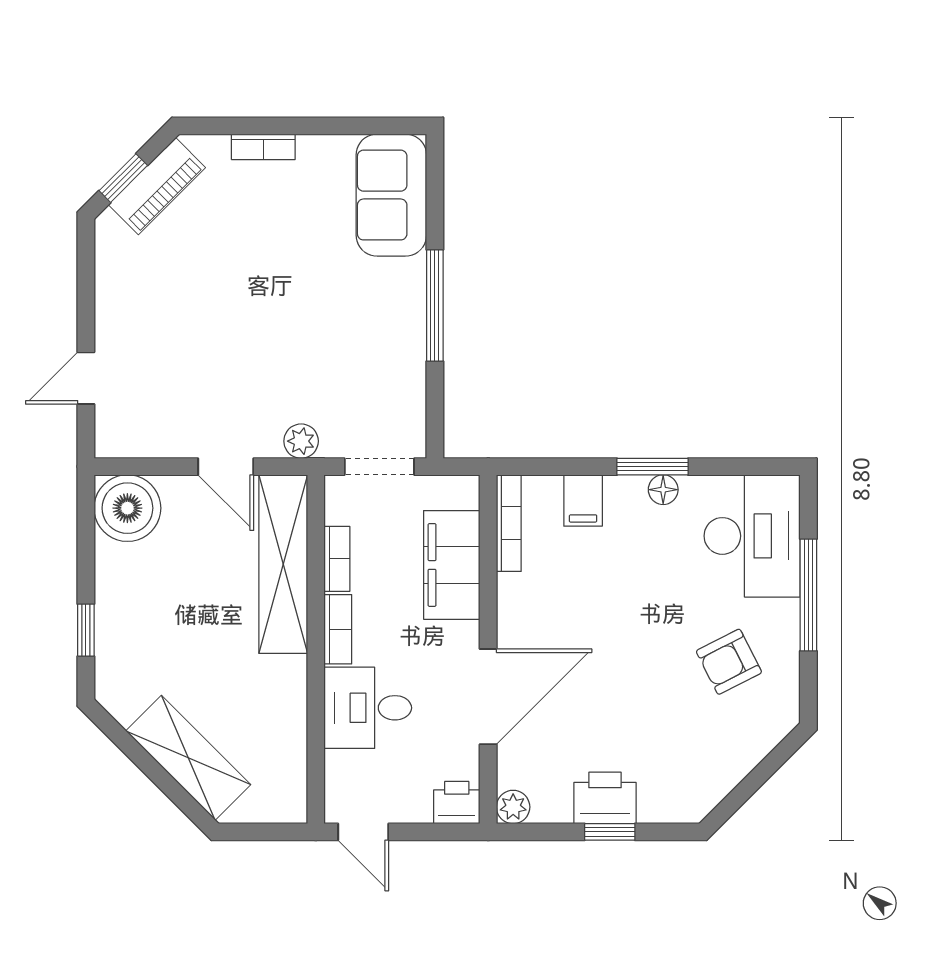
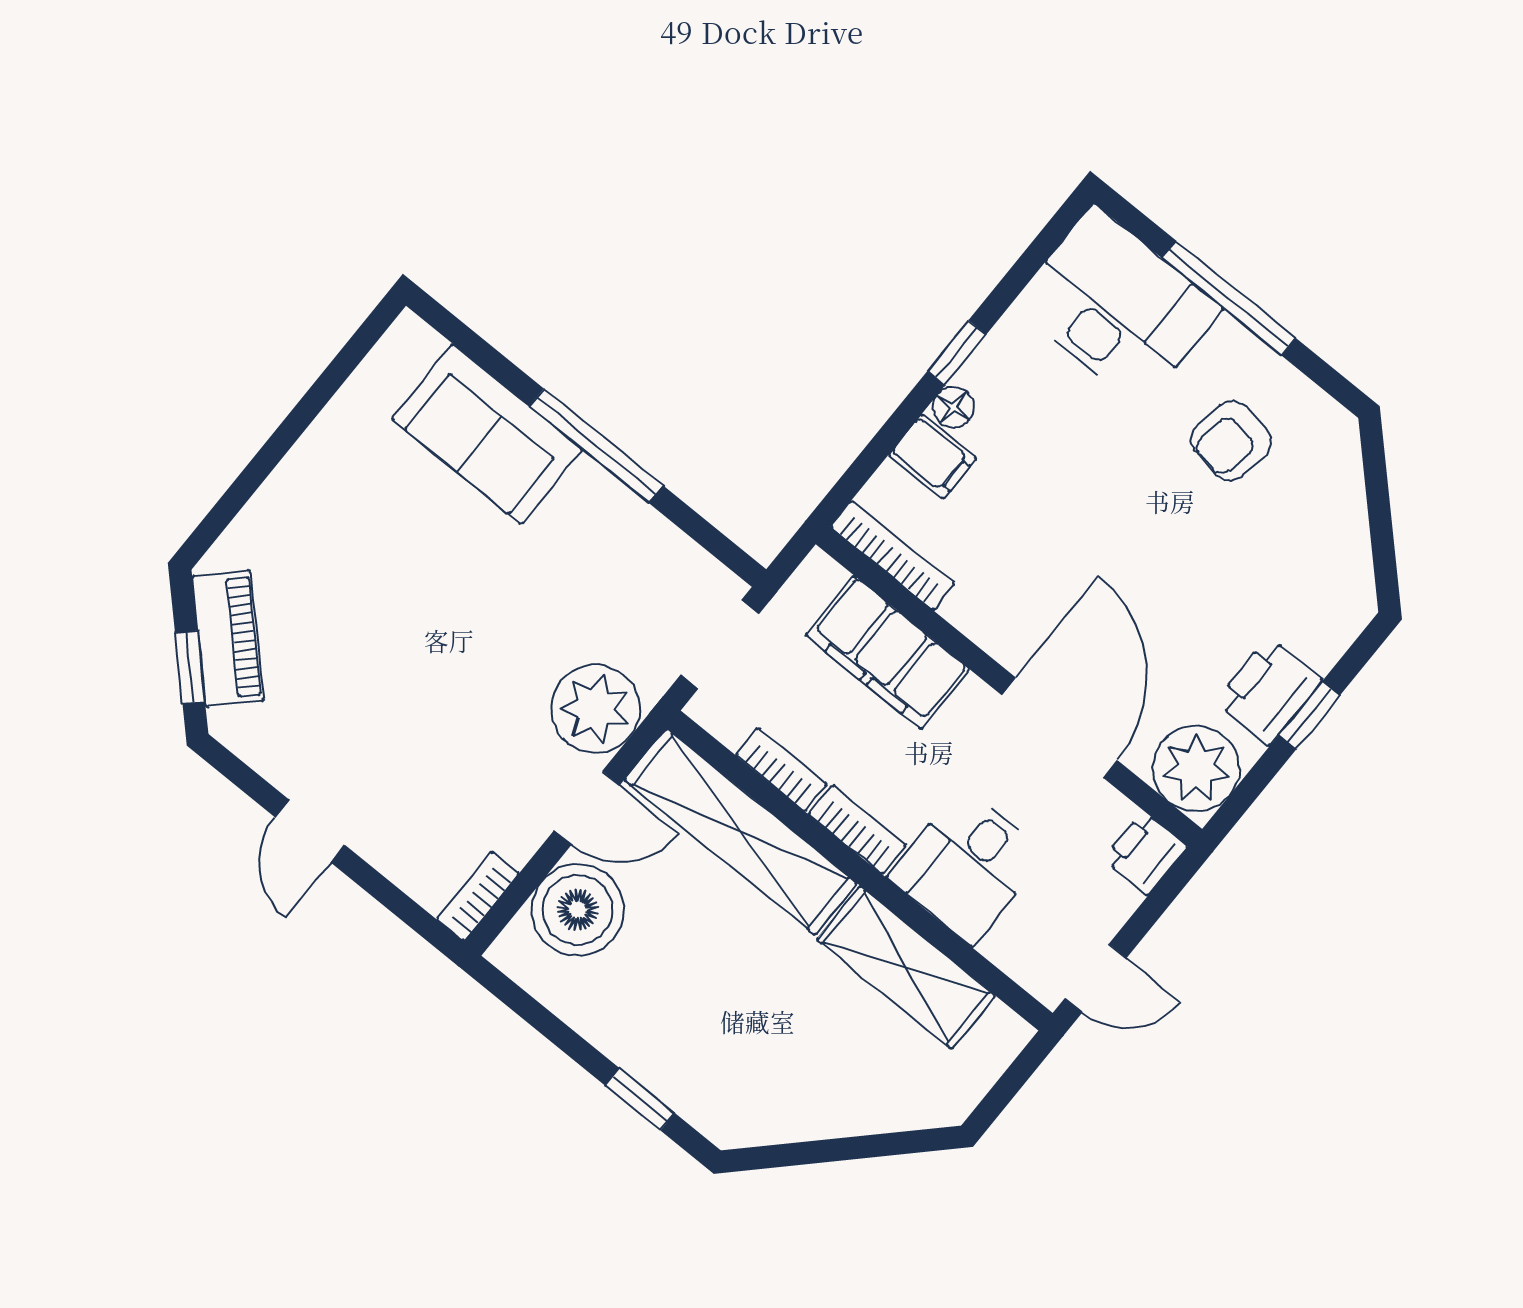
bookcase: (263, 147) -> (478, 896), moved, turned 180
sofa: (391, 195) -> (487, 434), moved
door: (86, 378) -> (310, 831), moved
plant: (301, 441) -> (596, 709), width x1.88, depth x1.88
window: (653, 467) -> (957, 353), width x0.67
floor lamp: (663, 490) -> (953, 407), moved
boiler: (127, 508) -> (578, 910), moved
armchair: (729, 662) -> (1231, 441), turned 37
shelving: (188, 758) -> (906, 968), moved, turned 45
plant: (513, 807) -> (1196, 768), width x1.87, depth x1.87

